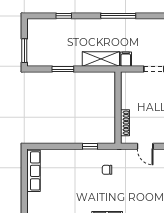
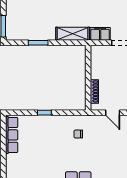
filing cabinet: (126, 59) -> (100, 34), width x2.00
window: (90, 146) -> (44, 113), moved

